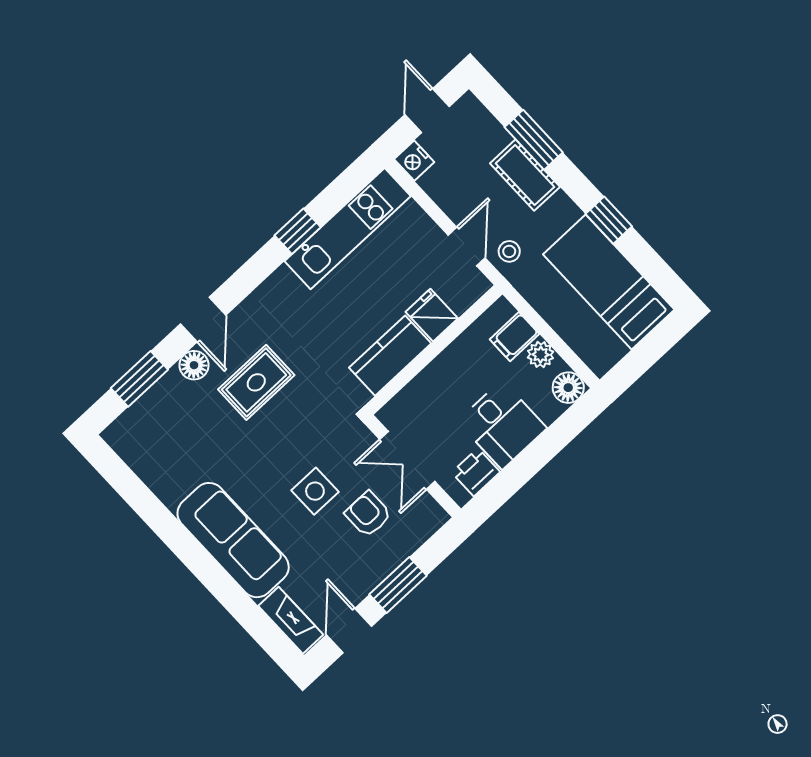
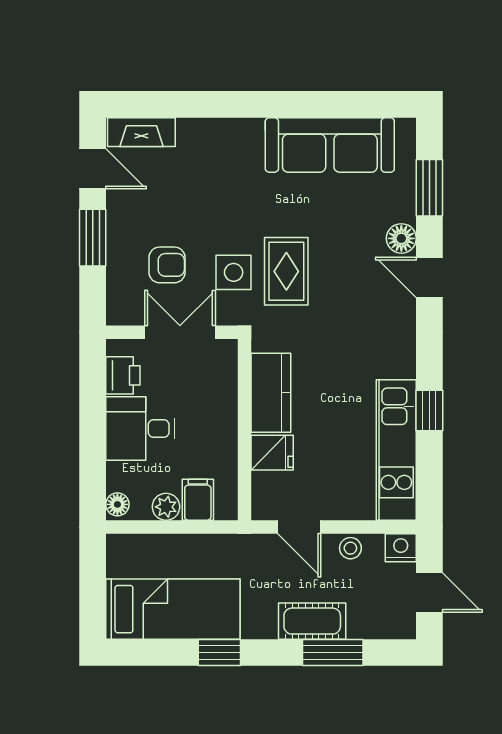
stool: (509, 251) -> (350, 548), moved
rug: (256, 382) -> (286, 271), moved
floor lamp: (568, 388) -> (117, 504), width x0.73, depth x0.73
side table: (315, 491) -> (234, 272), moved
sofa: (233, 540) -> (330, 145), moved

